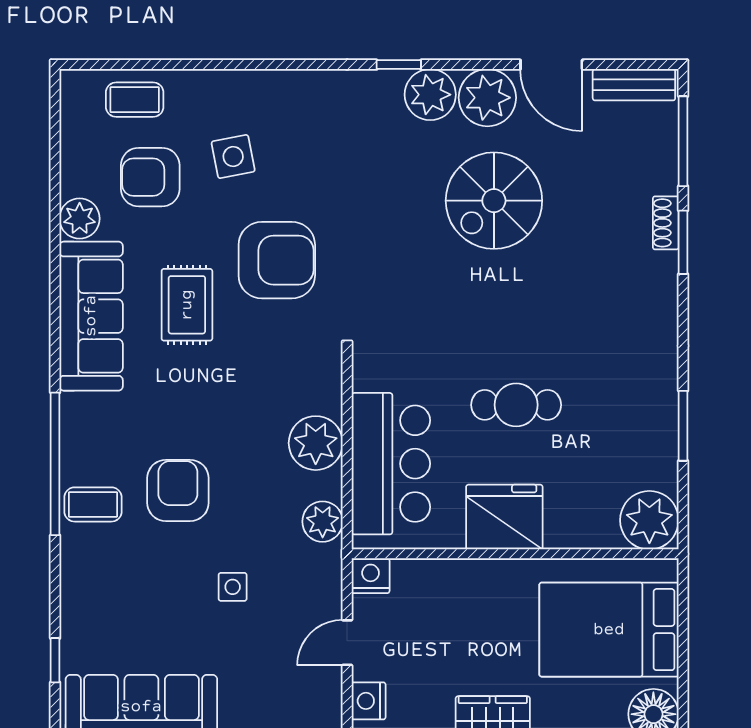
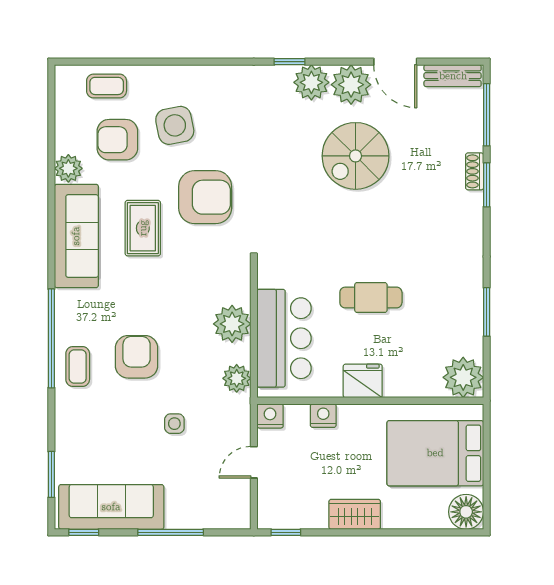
side table: (233, 157) -> (175, 125), width x1.37, depth x1.37
coffee table: (93, 504) -> (78, 367), turned 90
fridge: (504, 517) -> (363, 381), width x0.73, depth x0.75
window: (55, 660) -> (51, 474), width x1.50
nightstand: (369, 701) -> (323, 416), moved, turned 90

